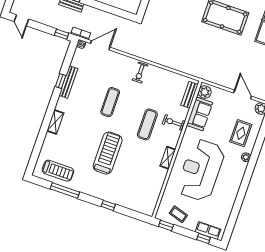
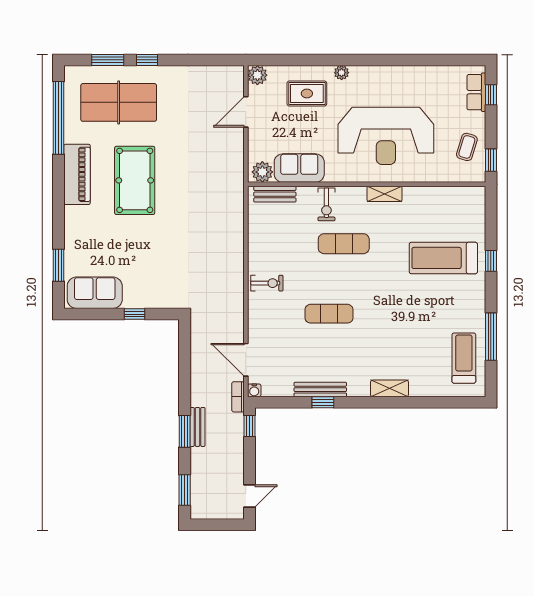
treadmill: (108, 153) -> (443, 258), moved

